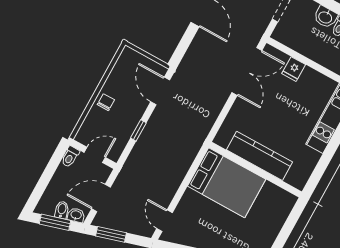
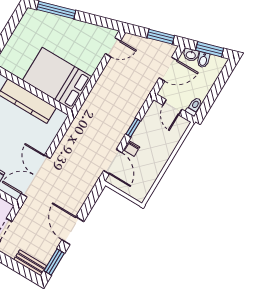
chair: (106, 102) -> (132, 149), moved
door: (95, 155) -> (172, 107), hinge flipped
door: (165, 221) -> (113, 47), hinge flipped

